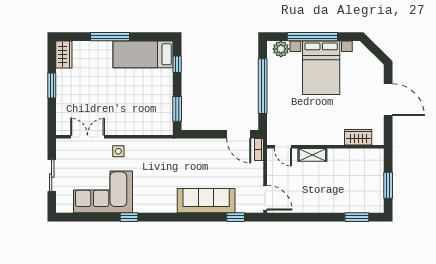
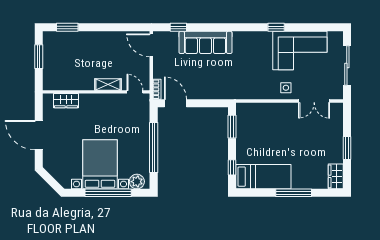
sliding door: (52, 175) -> (347, 66), width x1.37

